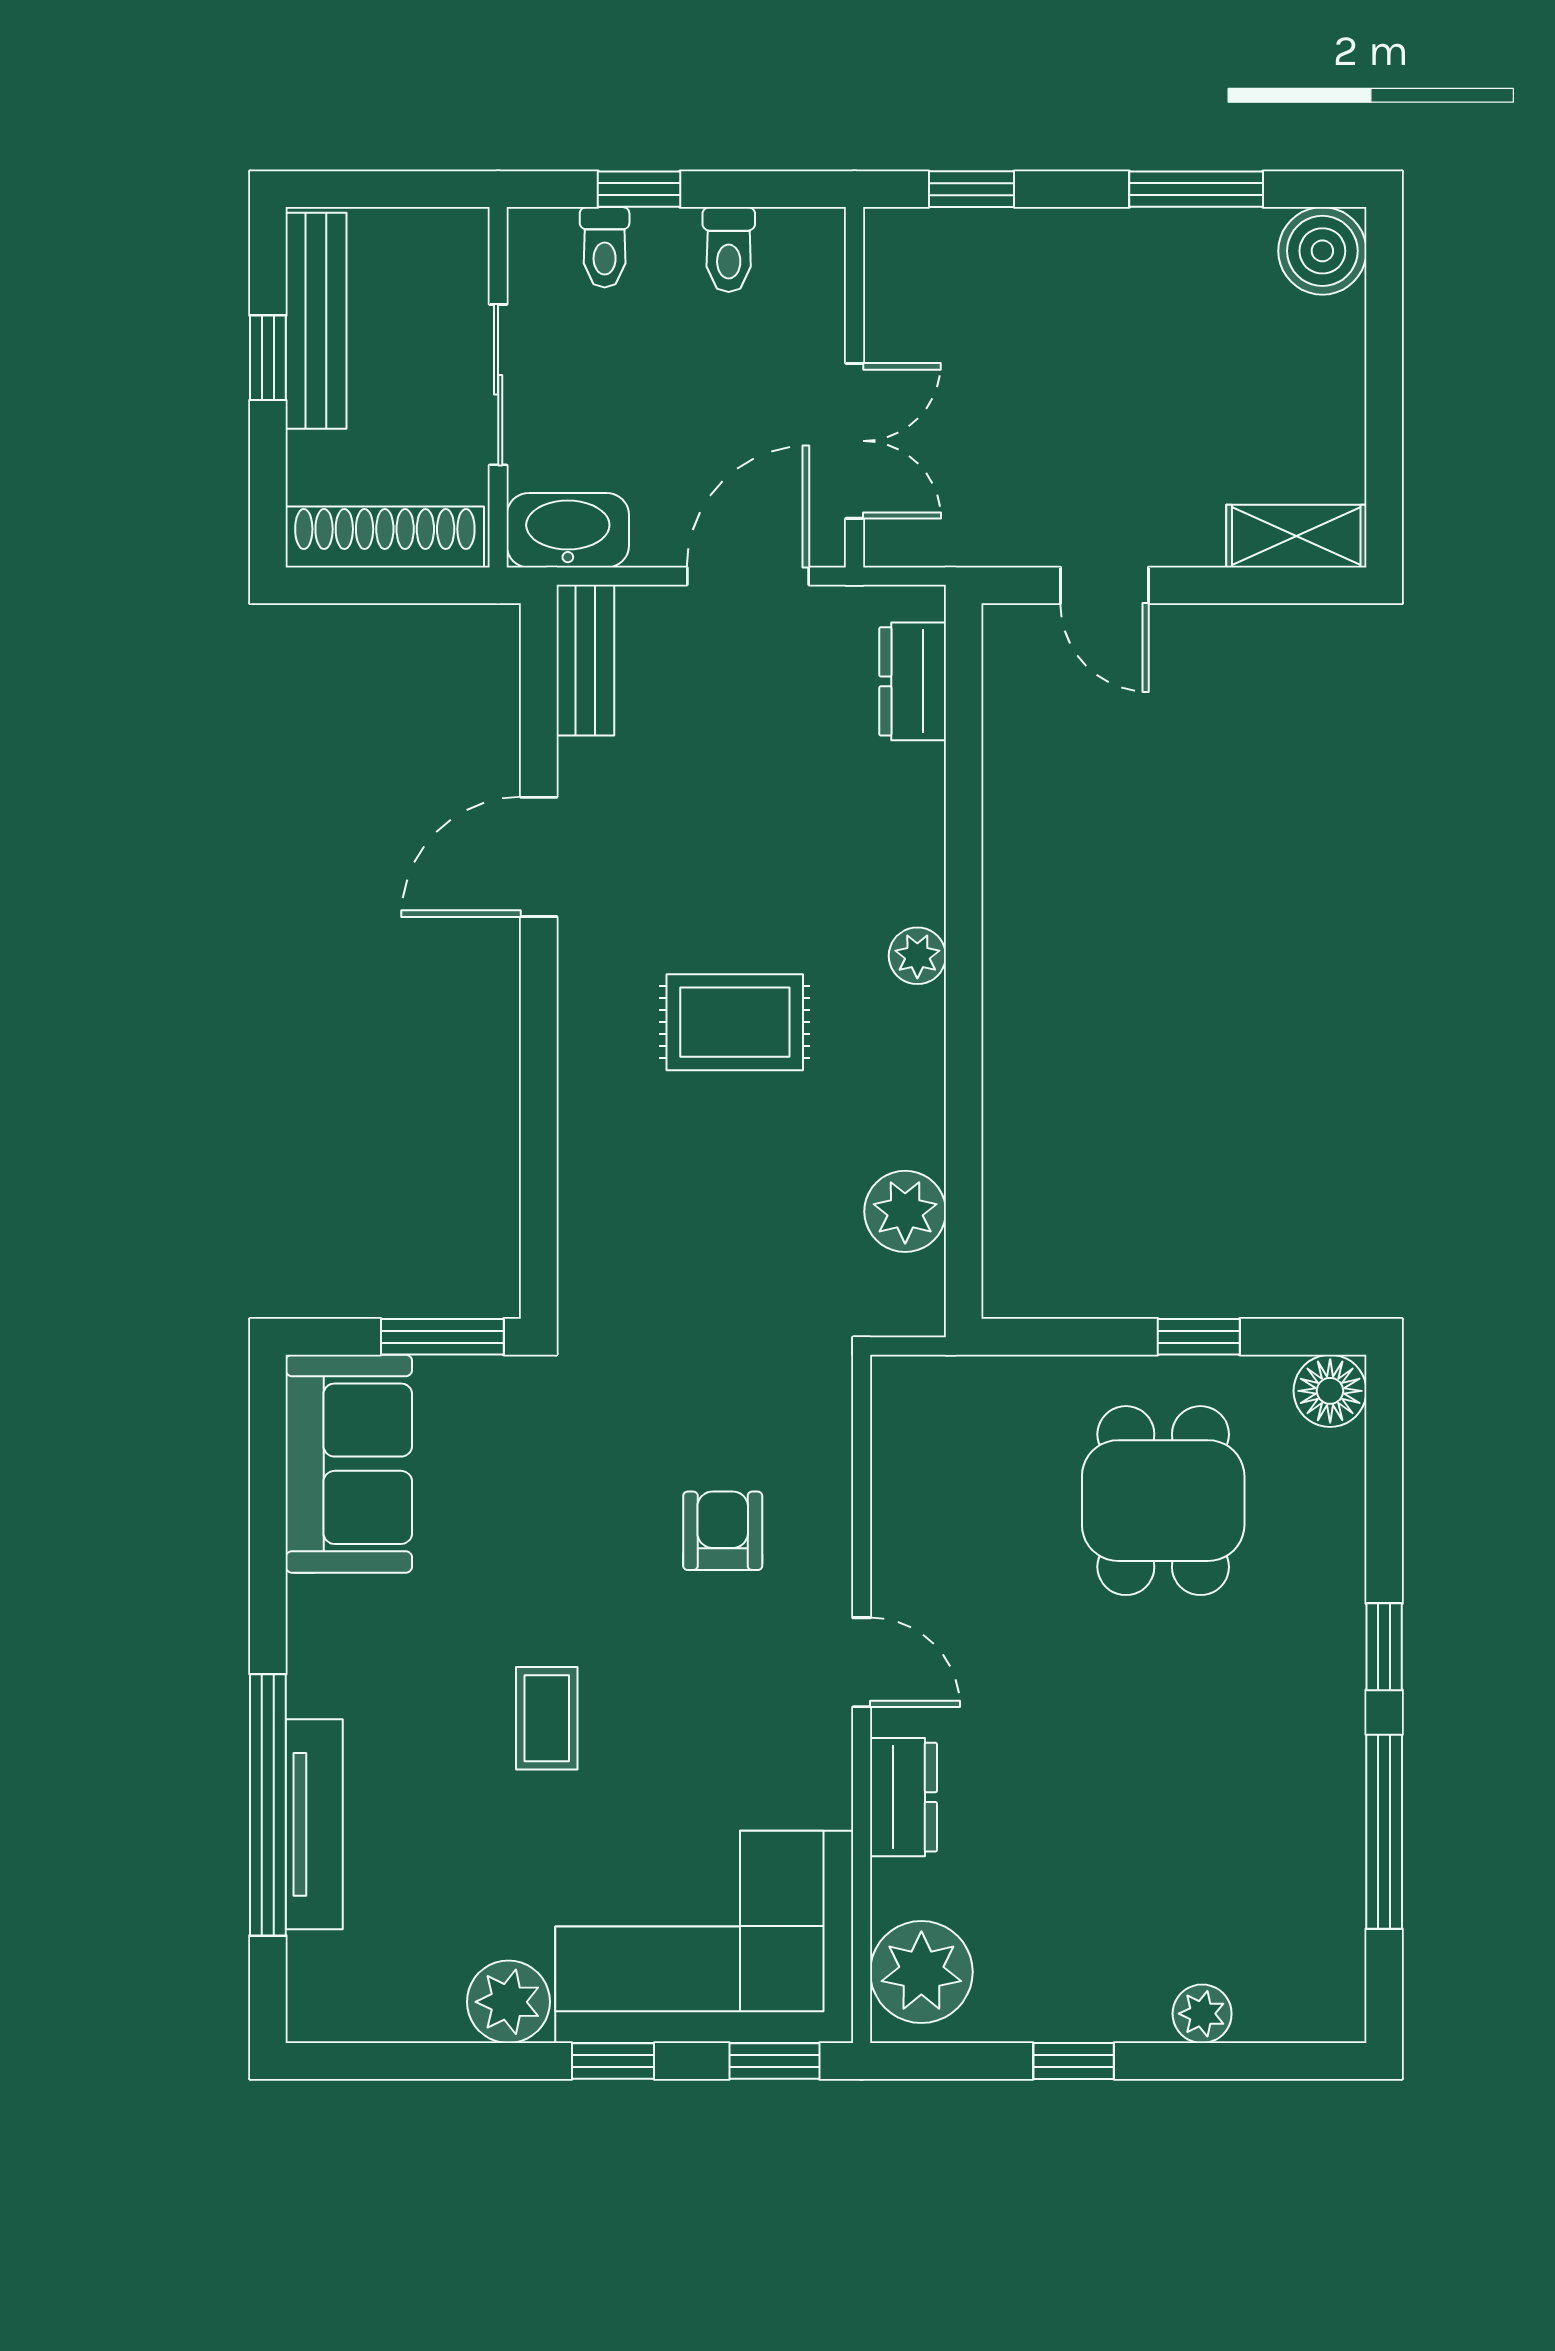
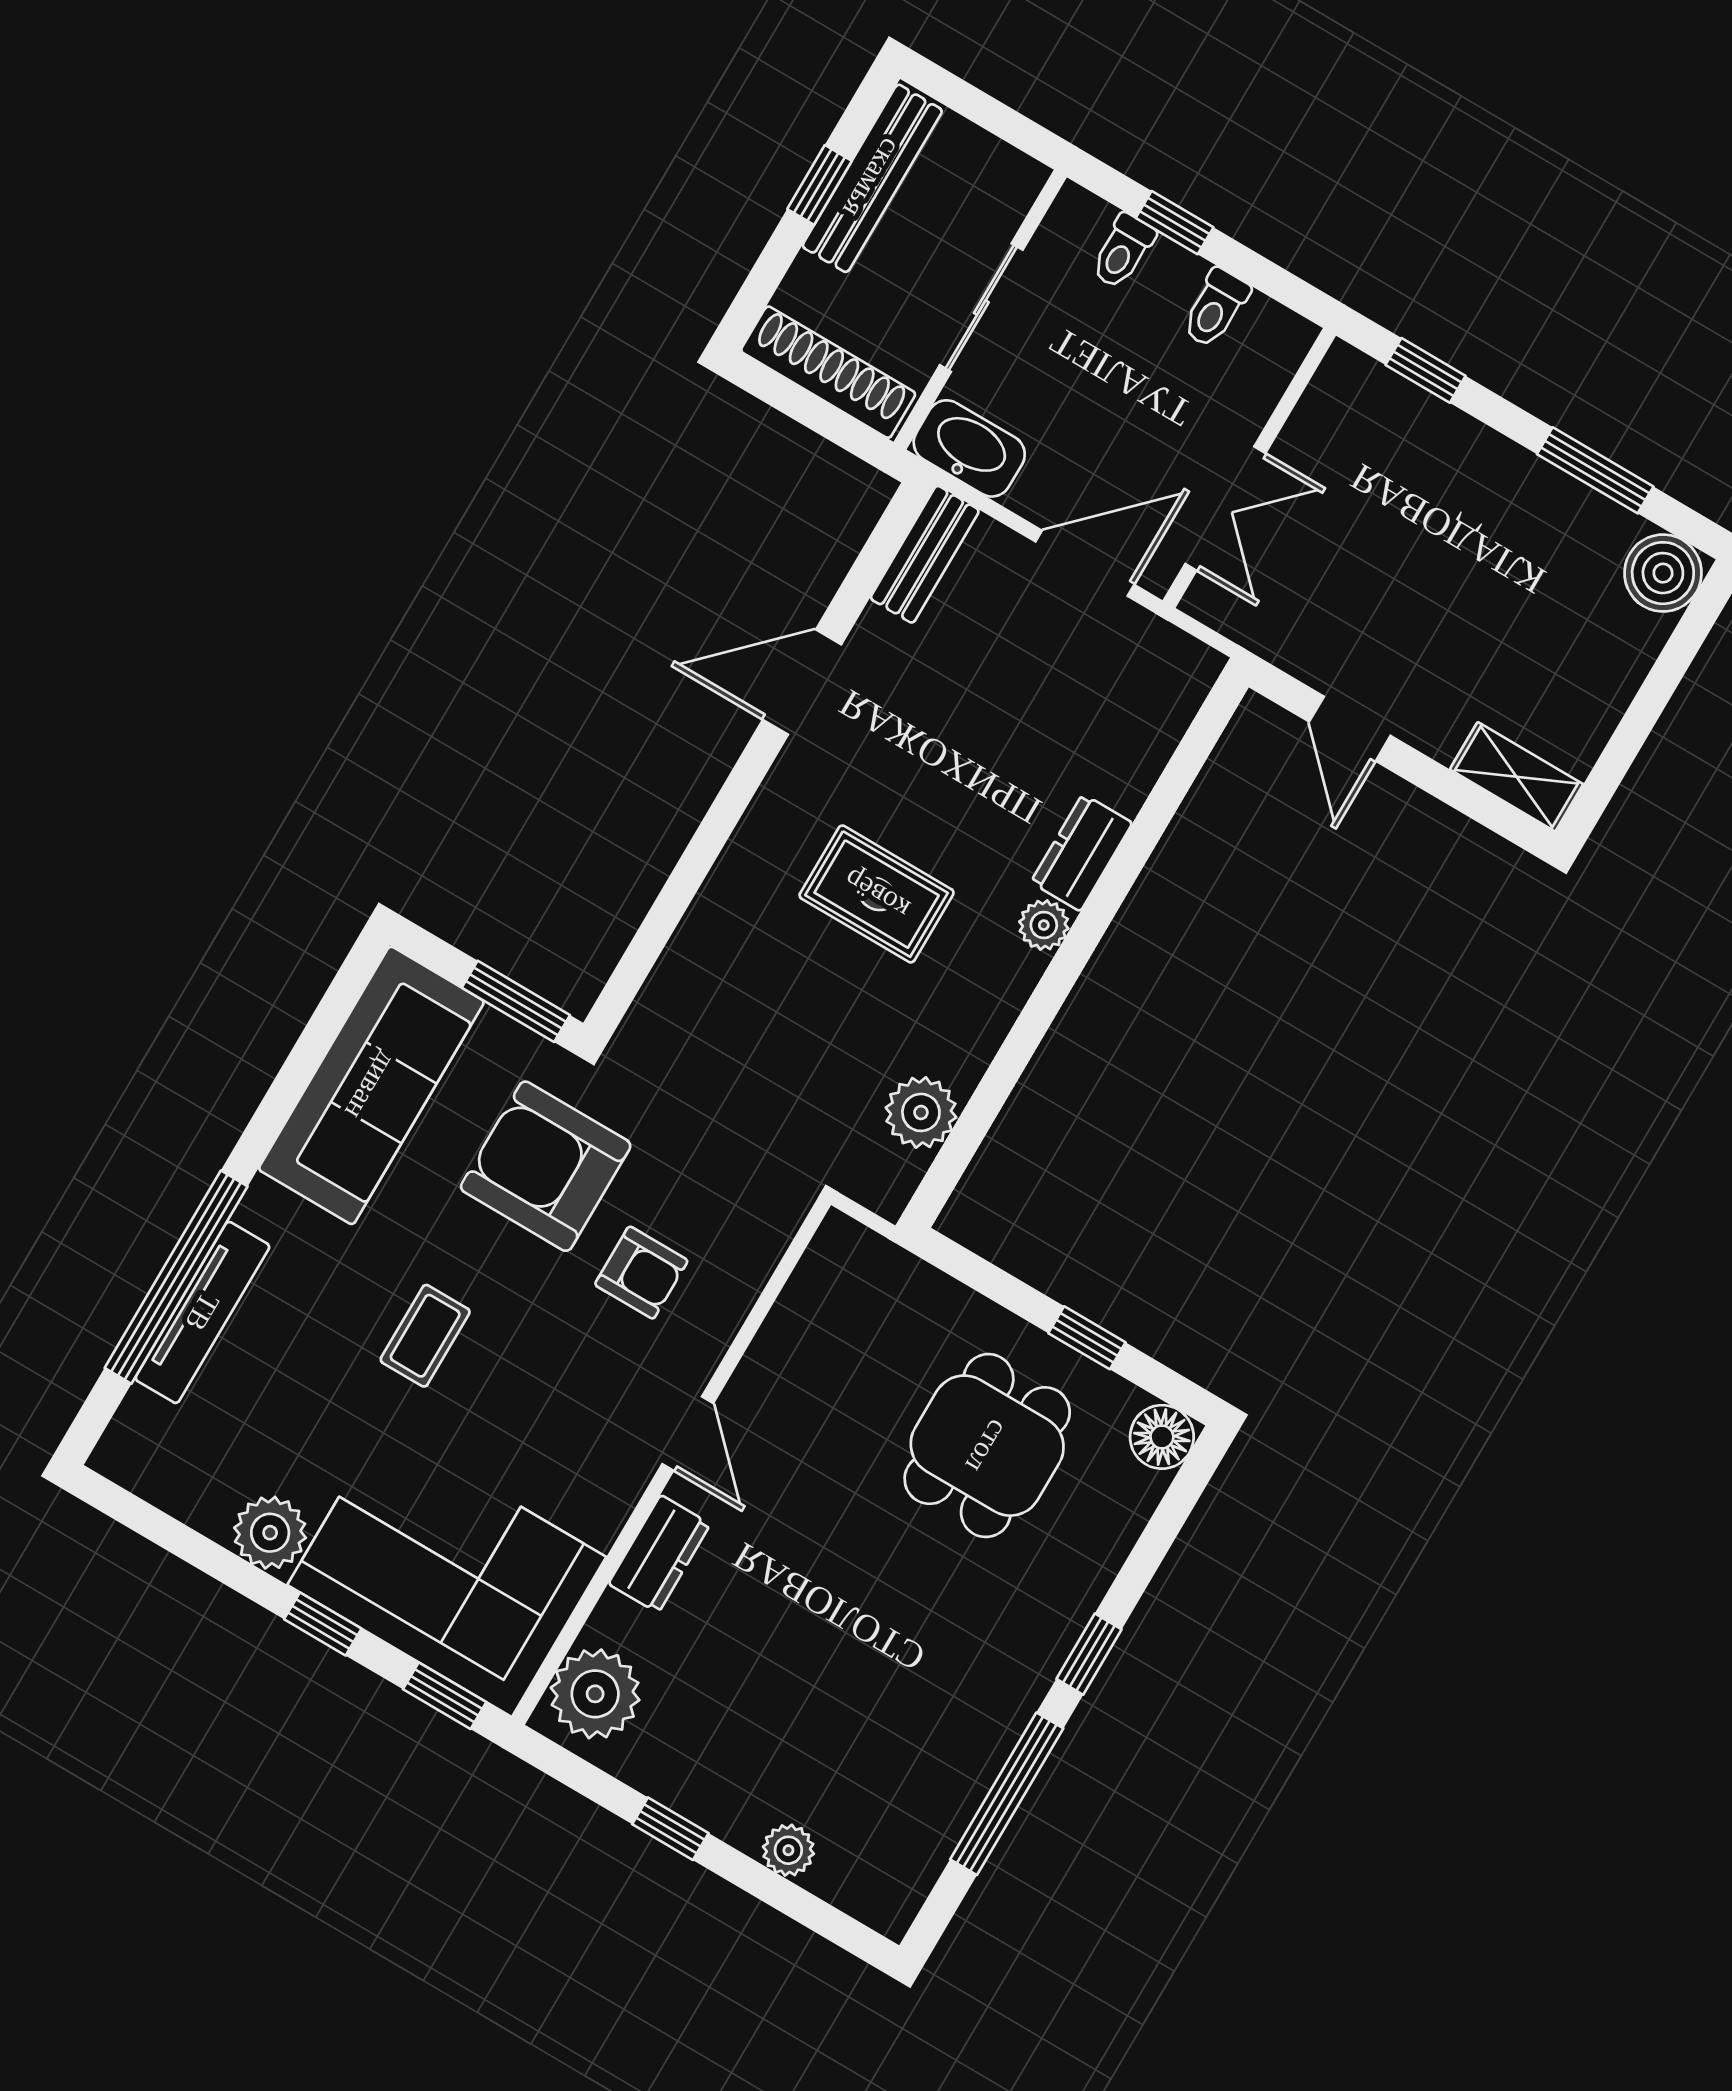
dresser: (913, 681) -> (1082, 853), moved
sofa: (349, 1464) -> (371, 1085), width x1.36
armchair: (567, 1482) -> (546, 1166), added
armchair: (723, 1531) -> (641, 1273), turned 90

